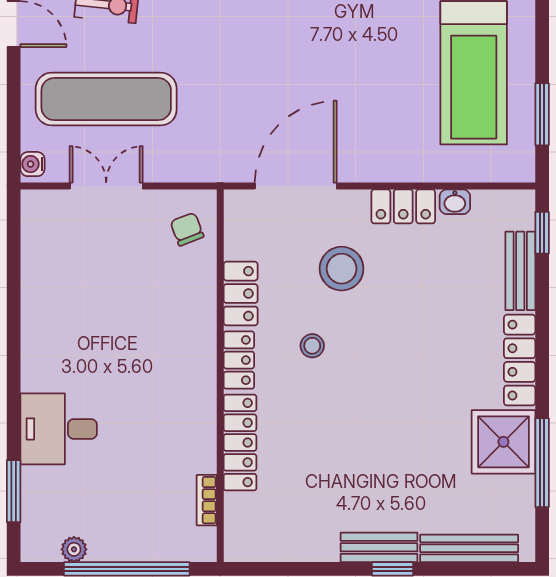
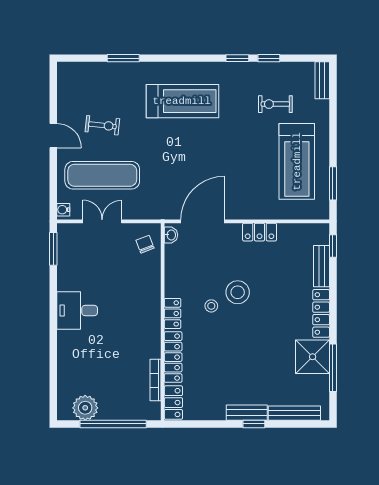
washbasin: (455, 202) -> (171, 235), moved, turned -90
stool: (342, 269) -> (238, 292), moved
locker: (241, 294) -> (173, 403), moved
desk: (59, 429) -> (77, 310), moved
window: (14, 491) -> (53, 249), moved
bookcase: (207, 500) -> (155, 380), width x1.56
plant: (74, 549) -> (85, 408), width x1.87, depth x1.87

